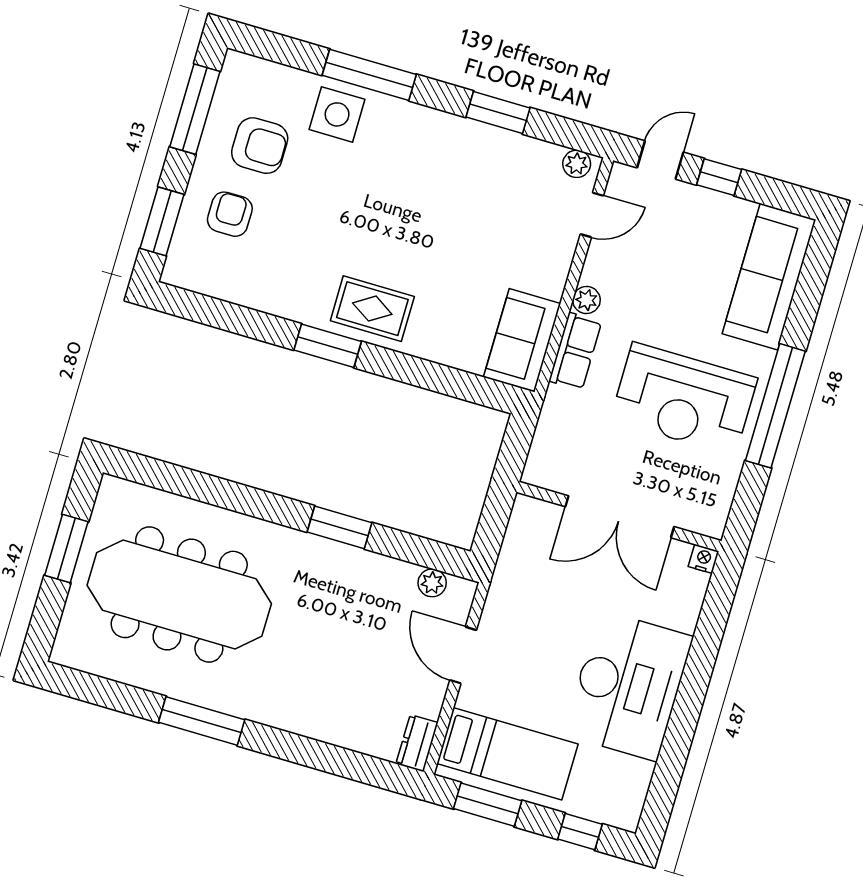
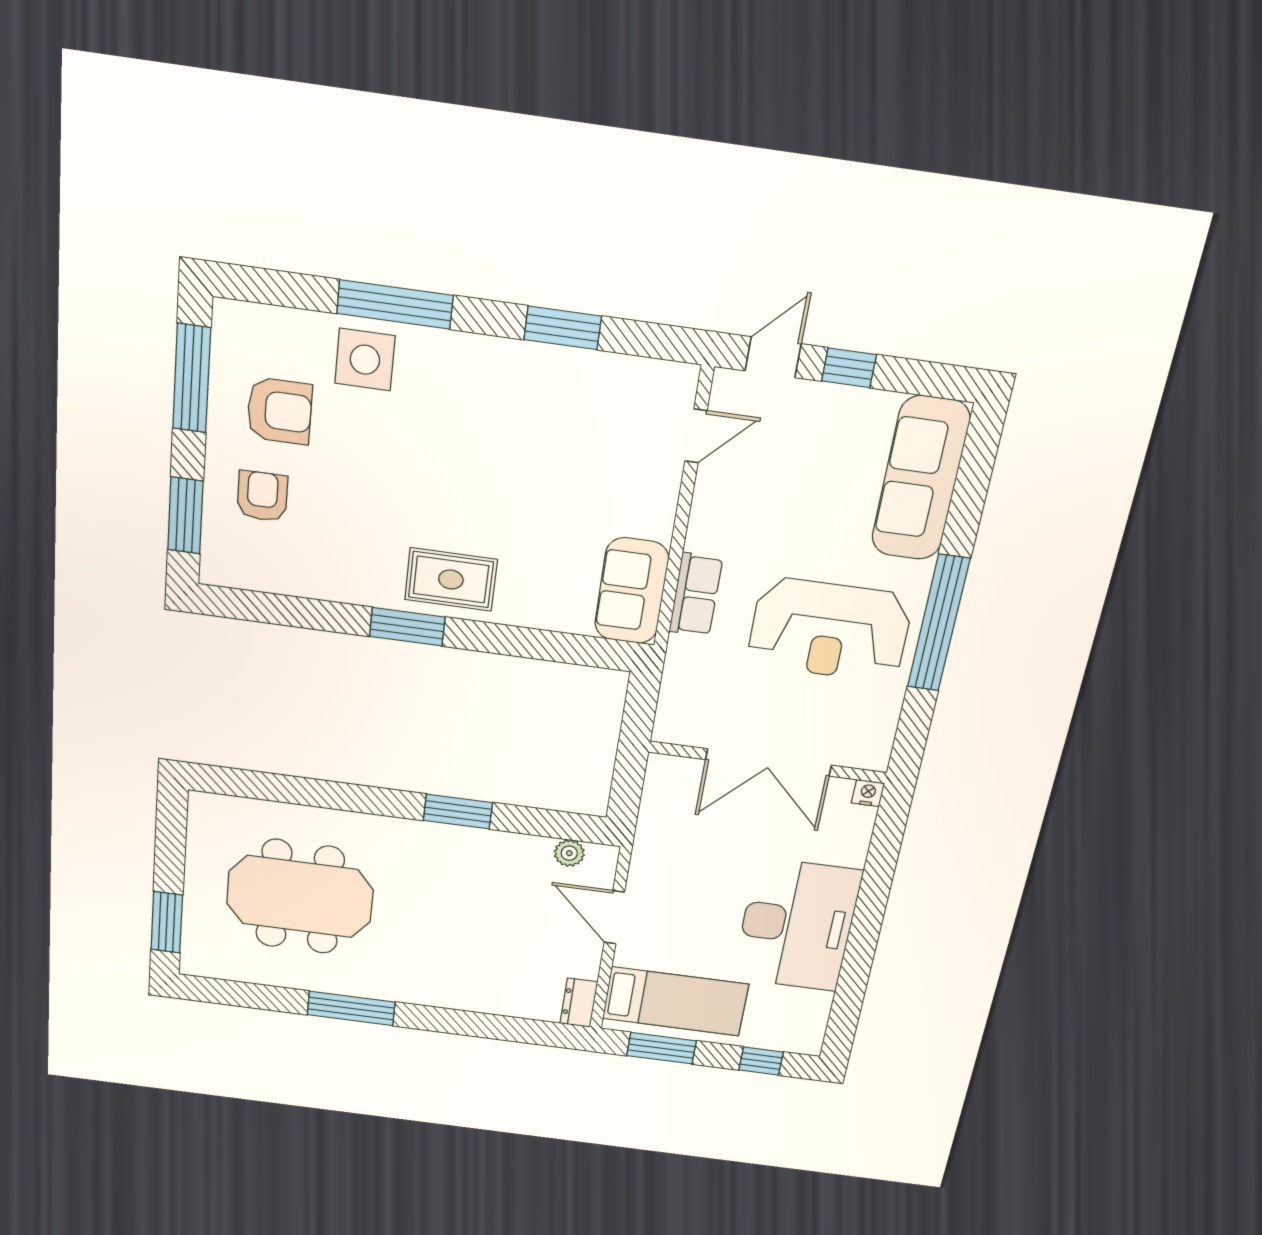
plant: (577, 164) -> (669, 377), removed
plant: (586, 300) -> (702, 536), removed
window: (66, 549) -> (167, 922), moved
meeting table: (179, 594) -> (300, 897), width x0.73

